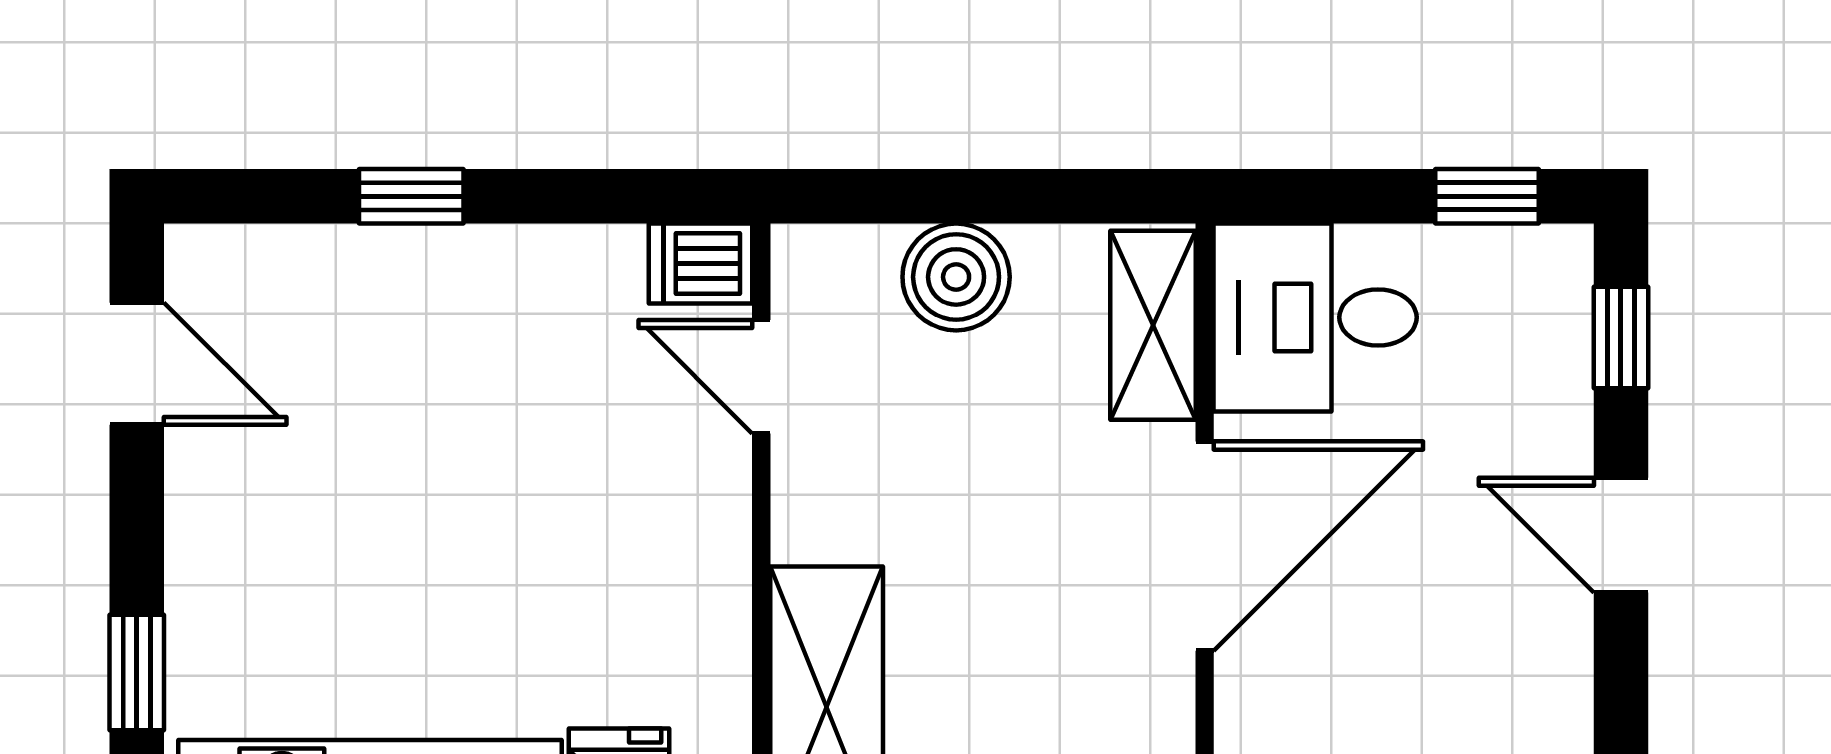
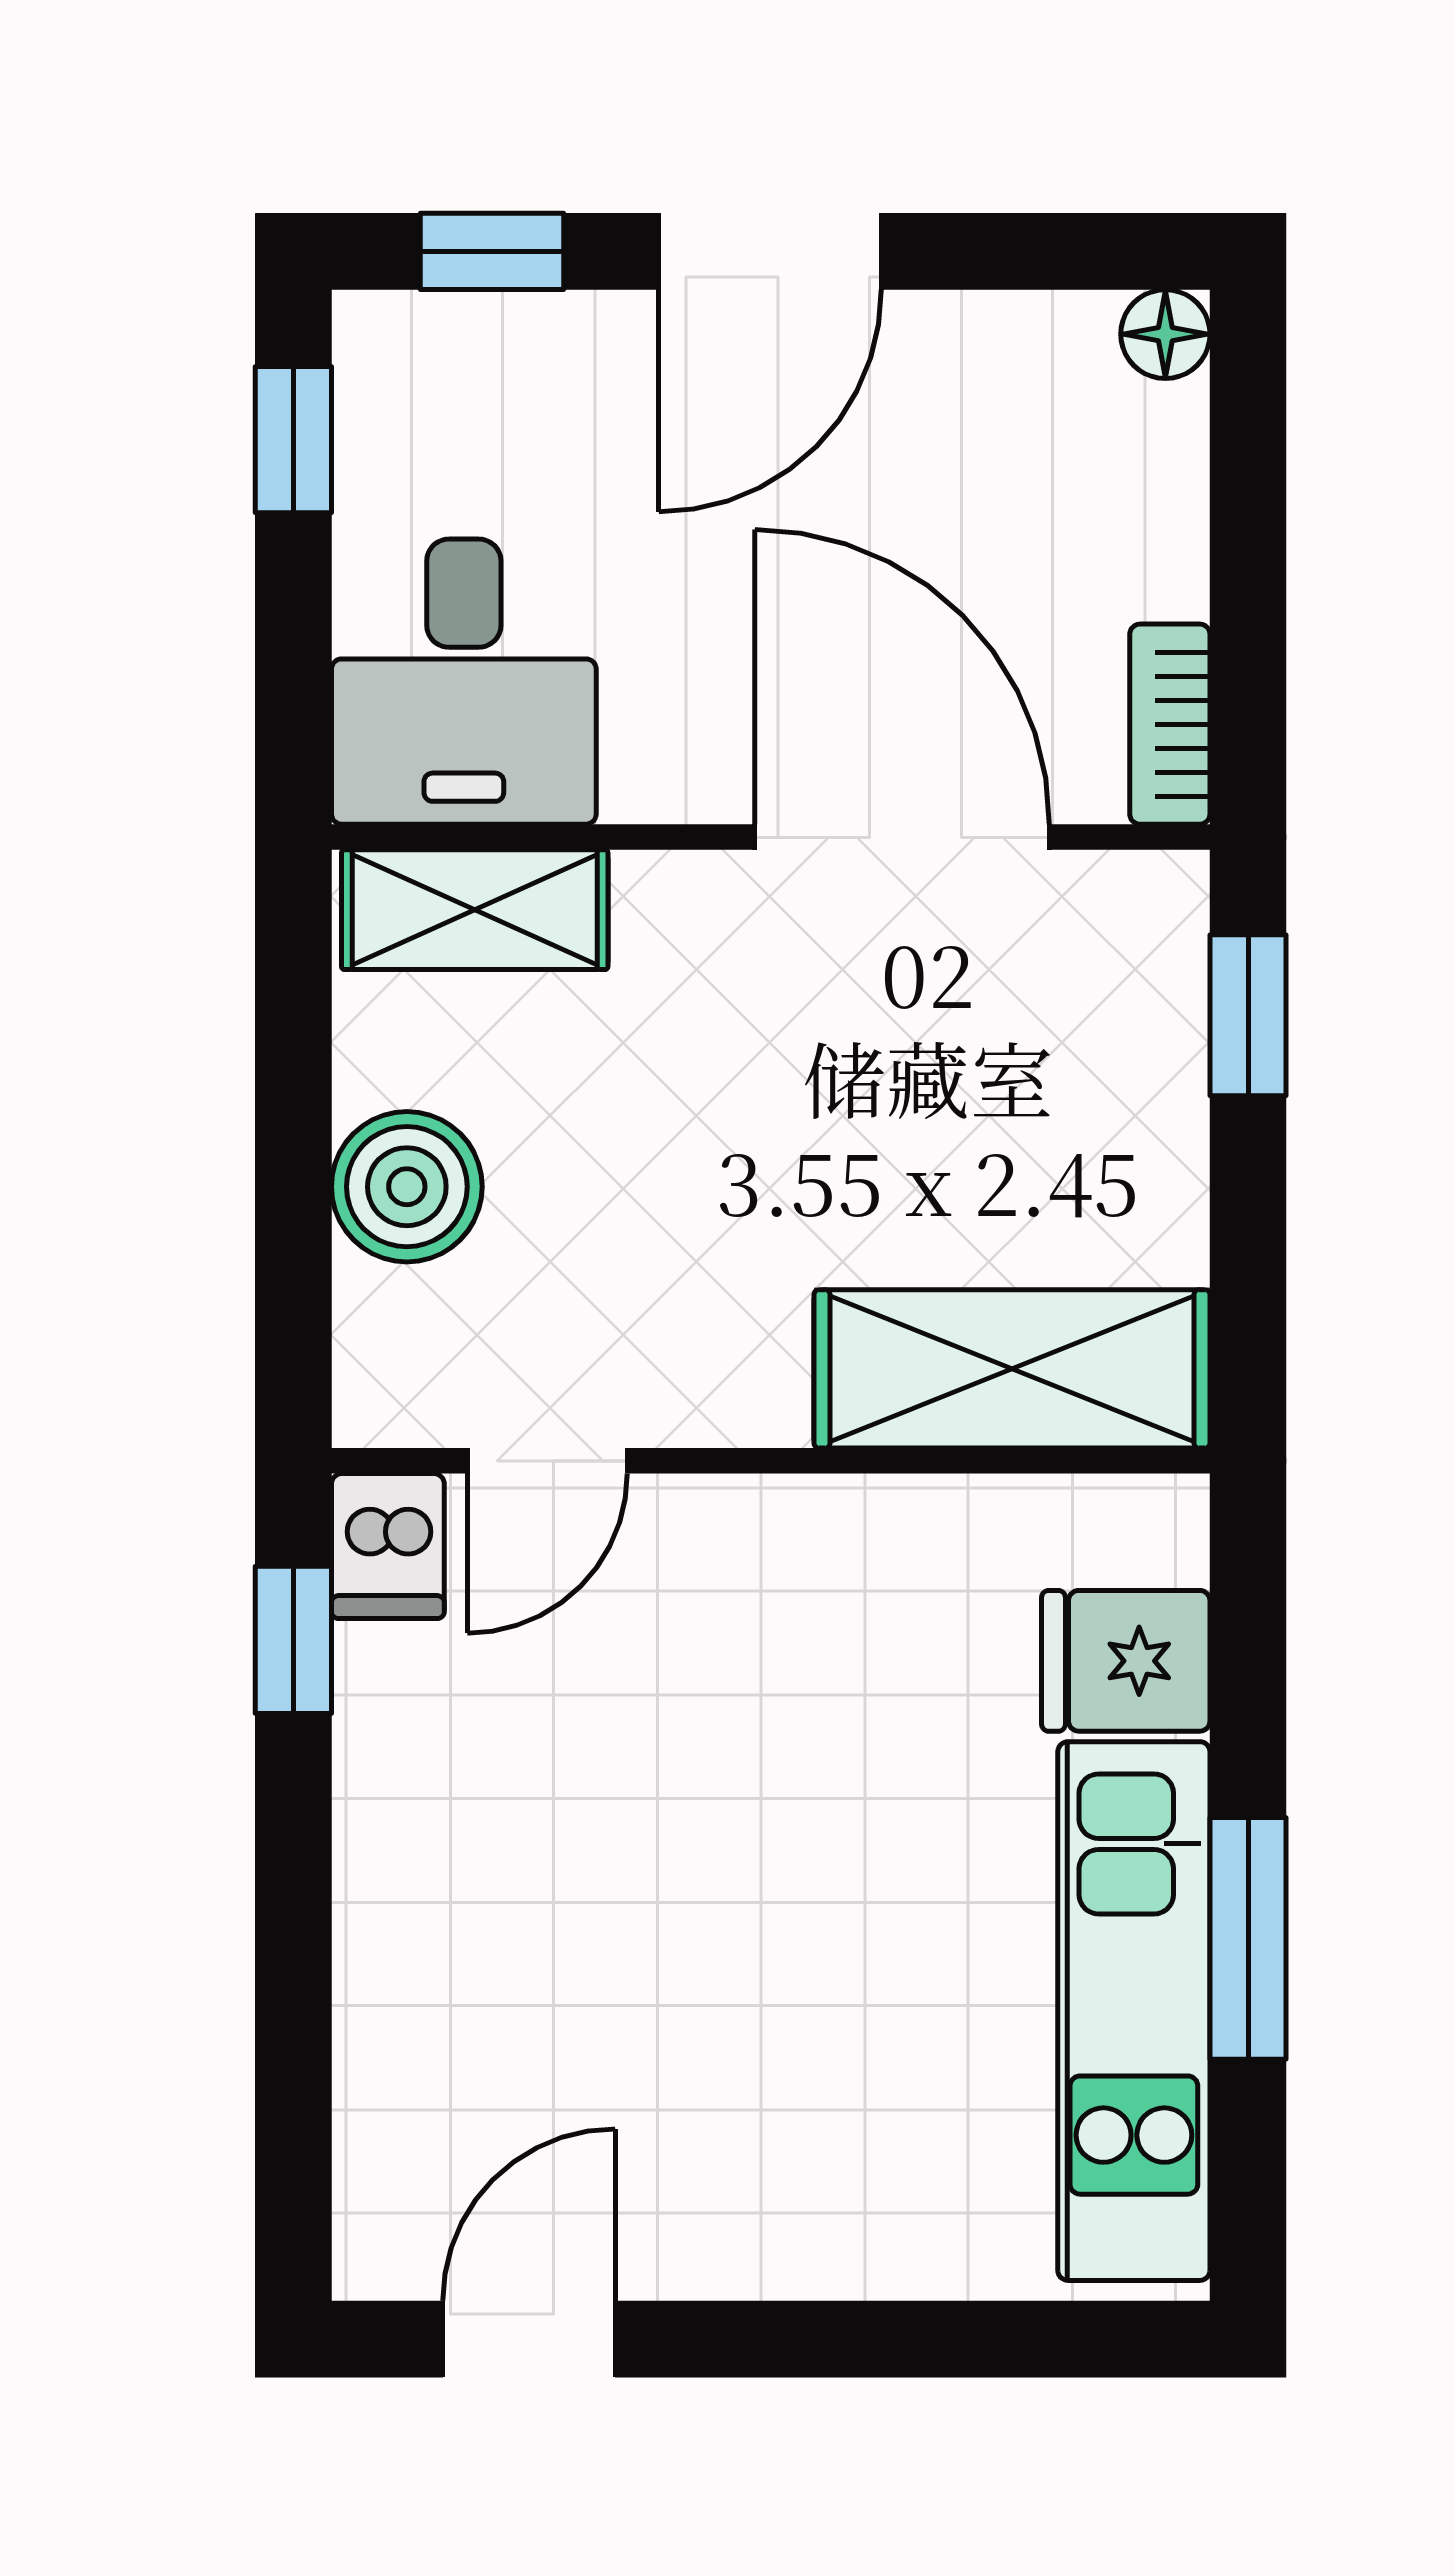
window: (411, 196) -> (293, 1640), moved
door: (1621, 535) -> (770, 251), width x1.37
door: (1205, 546) -> (902, 837), moved
window: (137, 672) -> (963, 2339), removed

